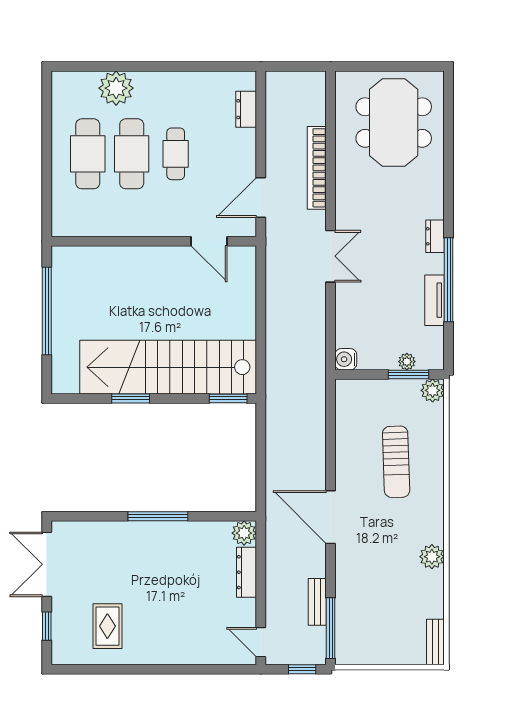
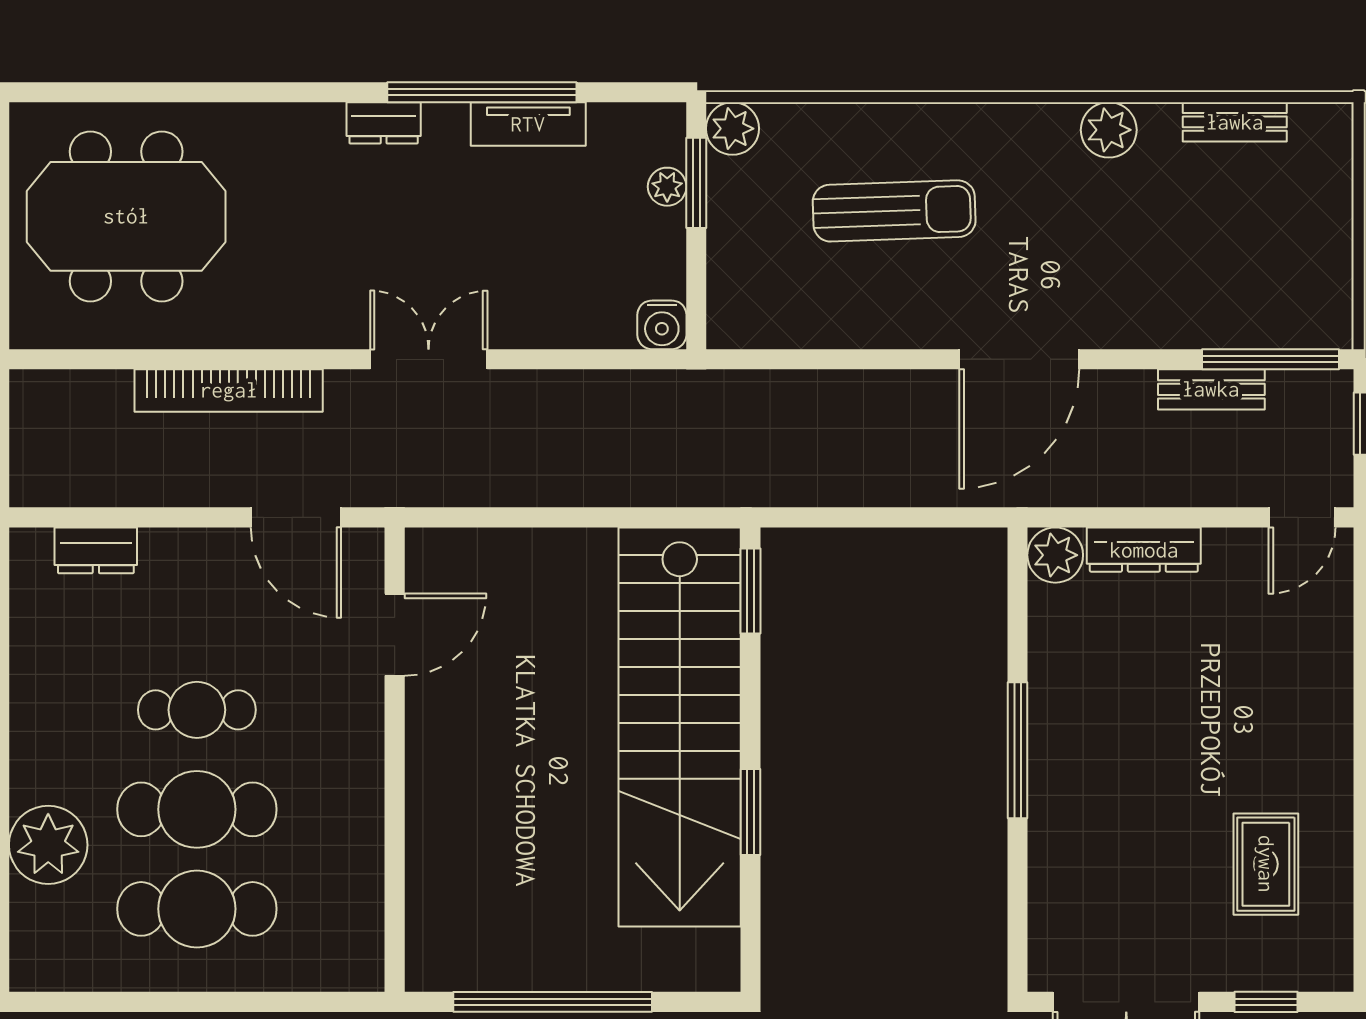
rug: (107, 626) -> (1266, 864), turned 90
bench: (435, 642) -> (1235, 122), moved

